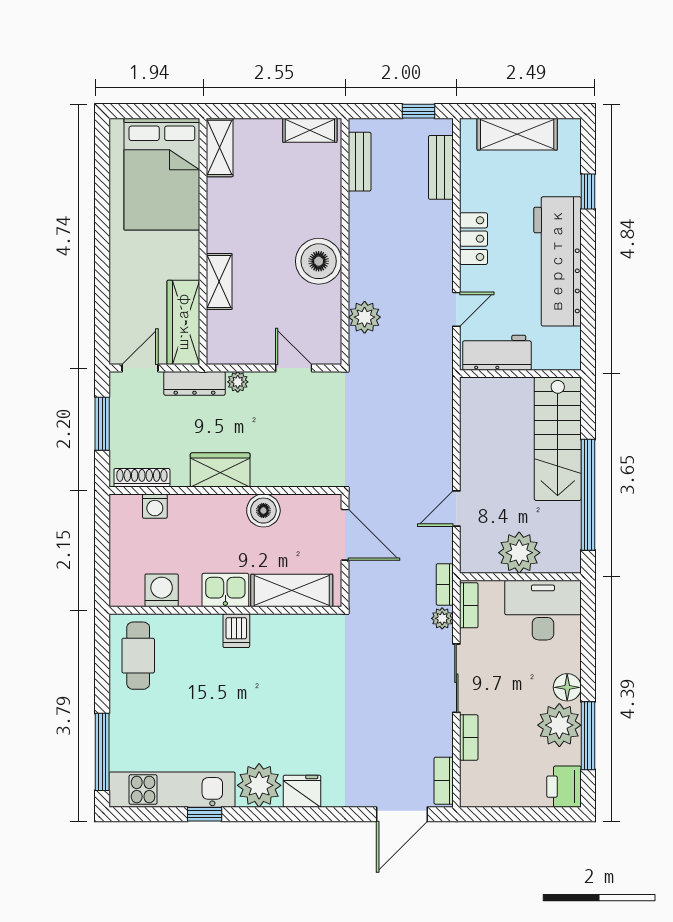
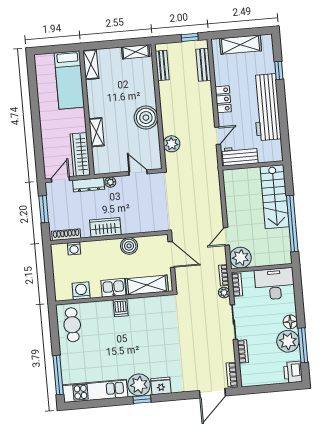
bed: (162, 174) -> (69, 80), width x0.67
plant: (519, 553) -> (241, 258), moved
window: (205, 814) -> (142, 399), moved

